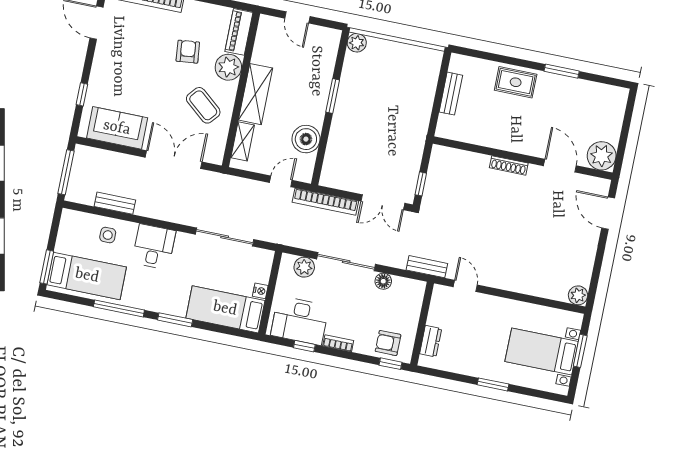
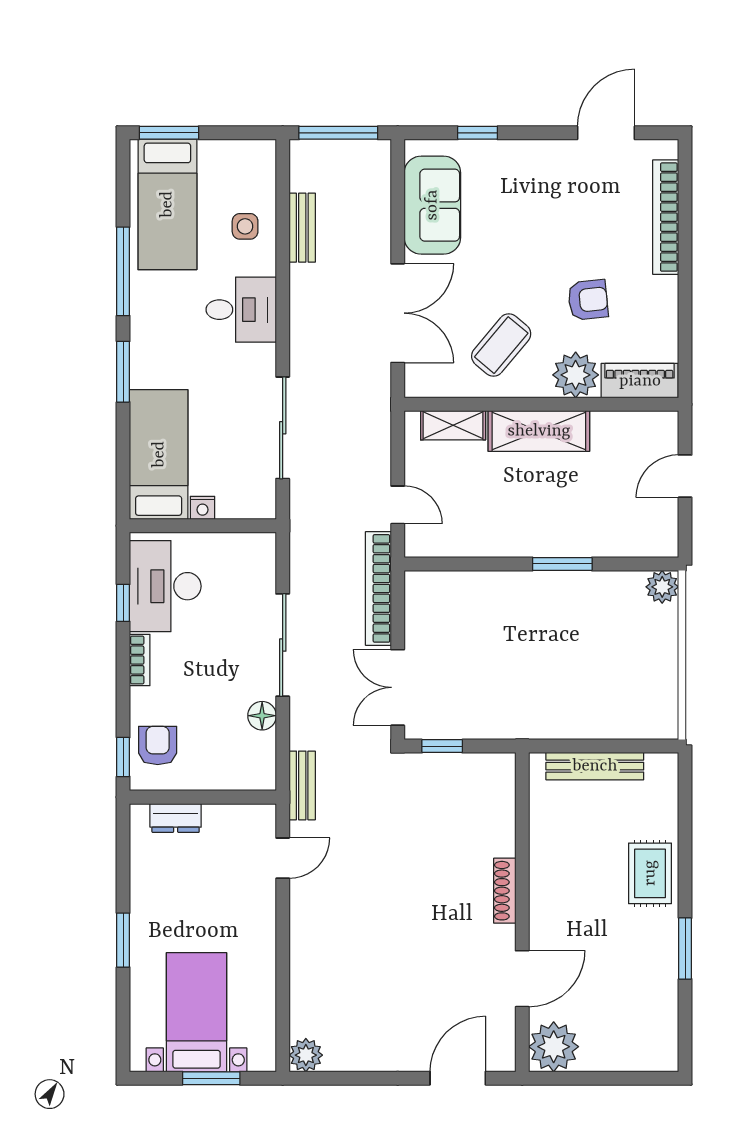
bench: (451, 94) -> (595, 766), width x1.36
boiler: (306, 139) -> (479, 533), removed
plant: (304, 267) -> (259, 575), removed

